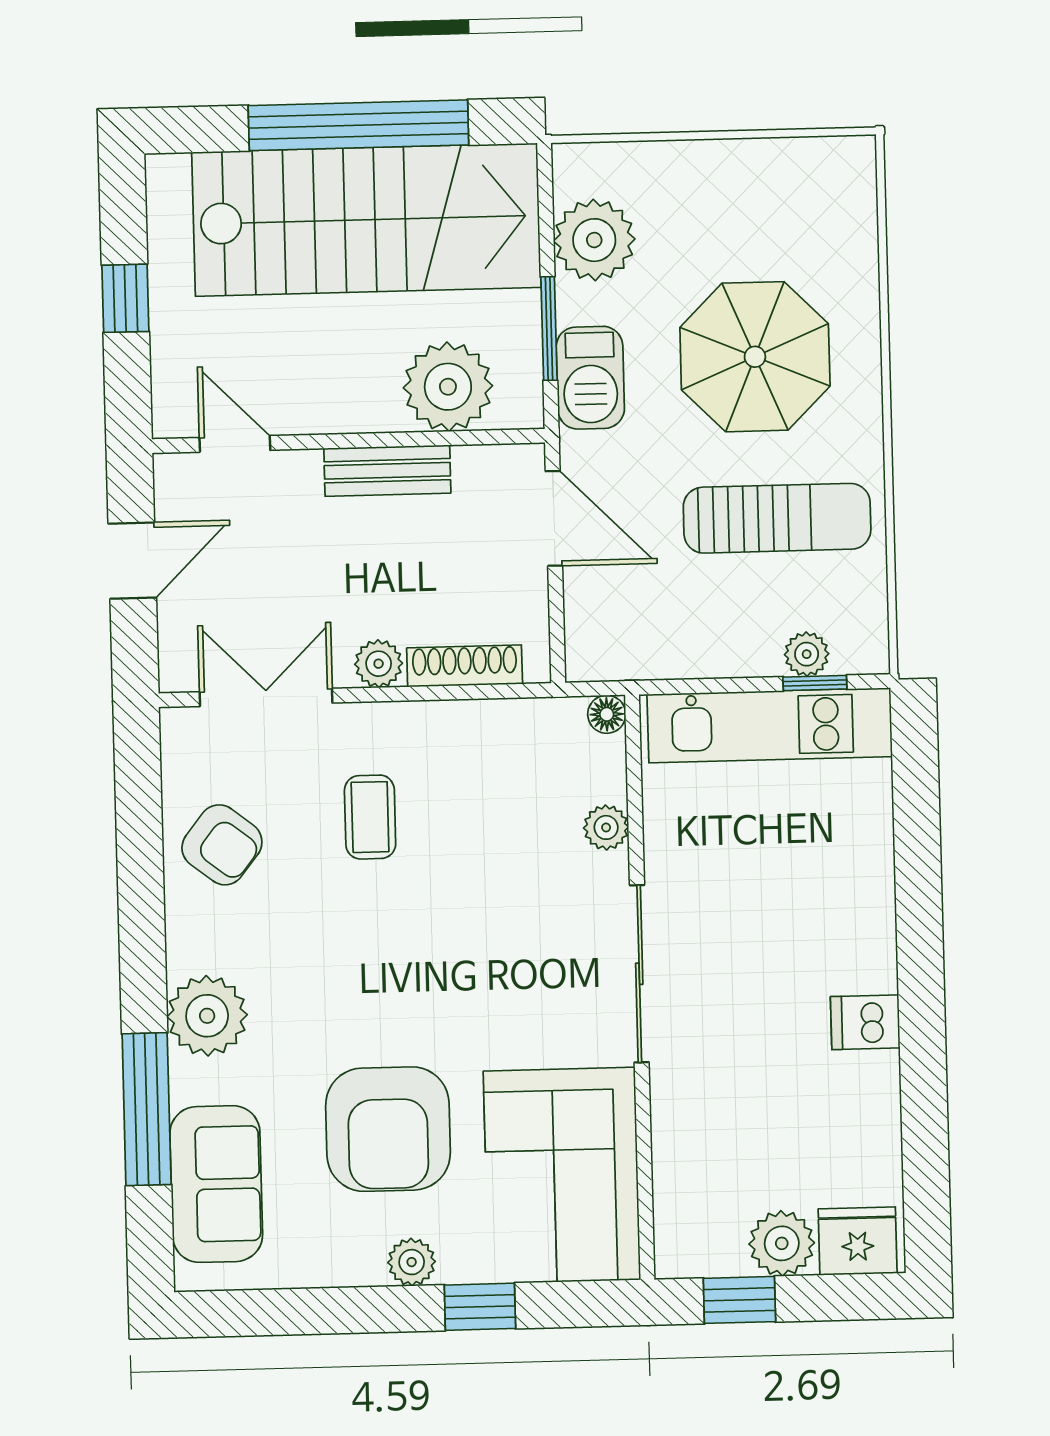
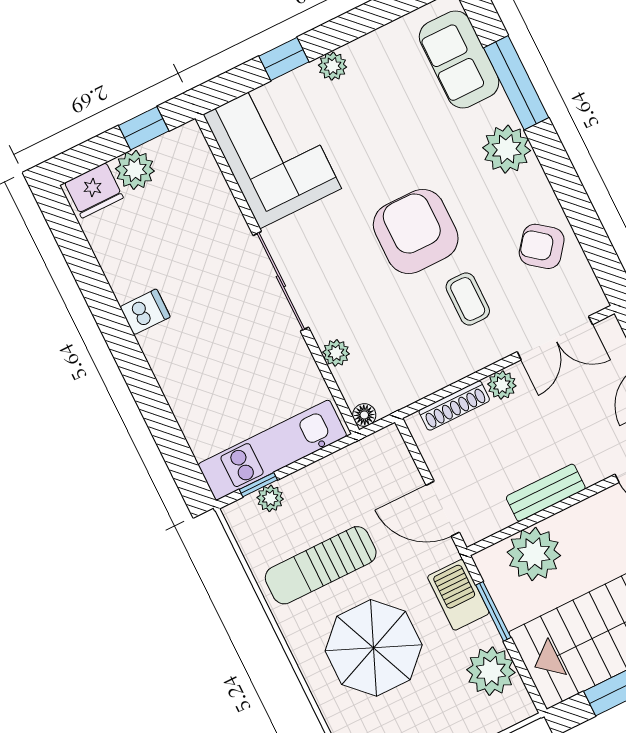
armchair: (388, 1129) -> (416, 232), moved

